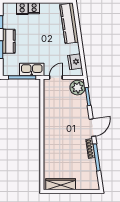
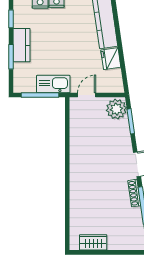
fridge: (75, 62) -> (111, 59), moved
wardrobe: (61, 184) -> (93, 242), width x0.67

